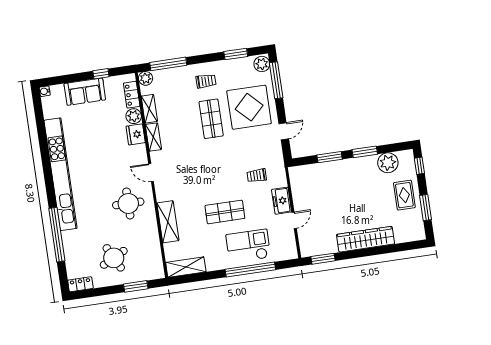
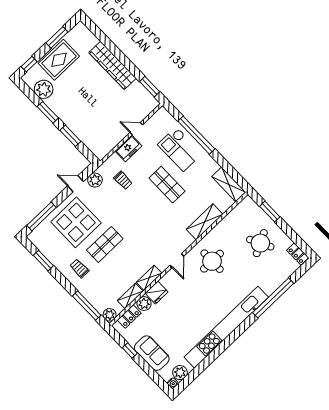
plant: (262, 64) -> (95, 180), moved
plant: (50, 104) -> (180, 373), added
rug: (404, 195) -> (59, 60), width x1.36, depth x1.43

